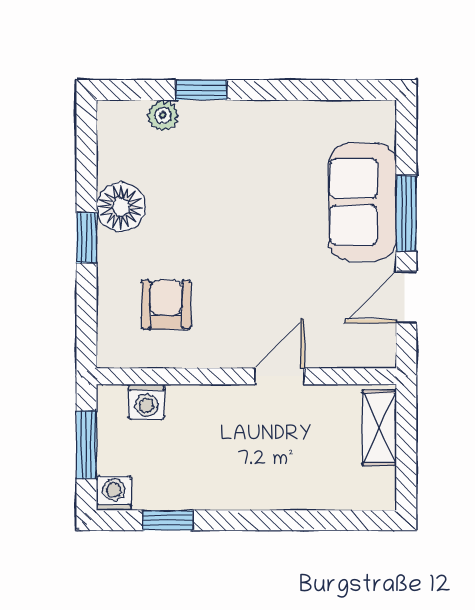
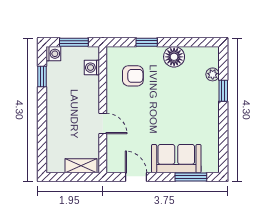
window: (406, 213) -> (191, 177), moved
window: (86, 238) -> (147, 42), moved

